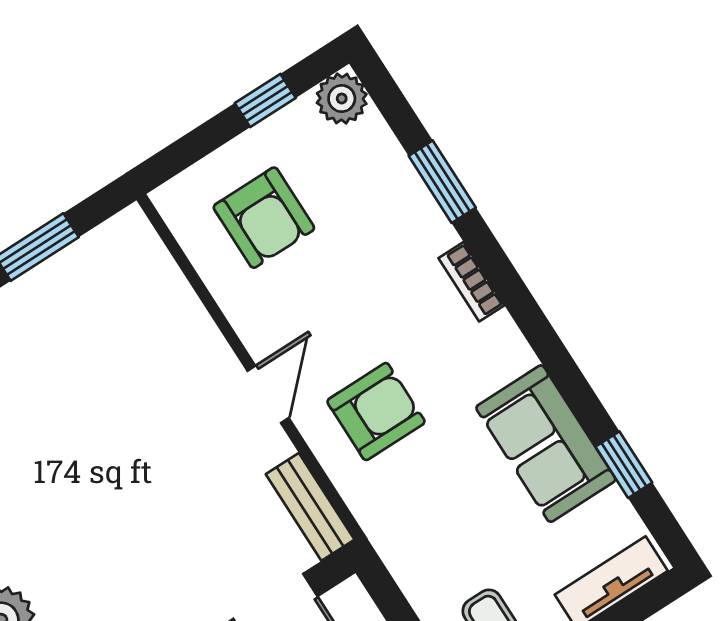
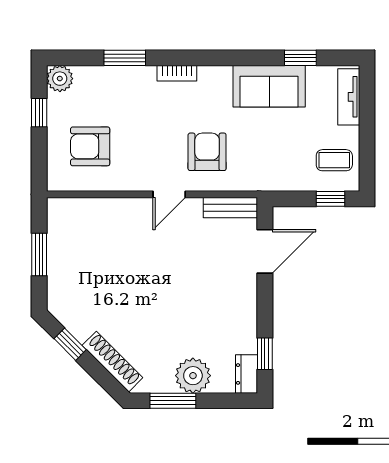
armchair: (264, 218) -> (90, 146), turned 180
door: (268, 394) -> (169, 194), swing flipped

